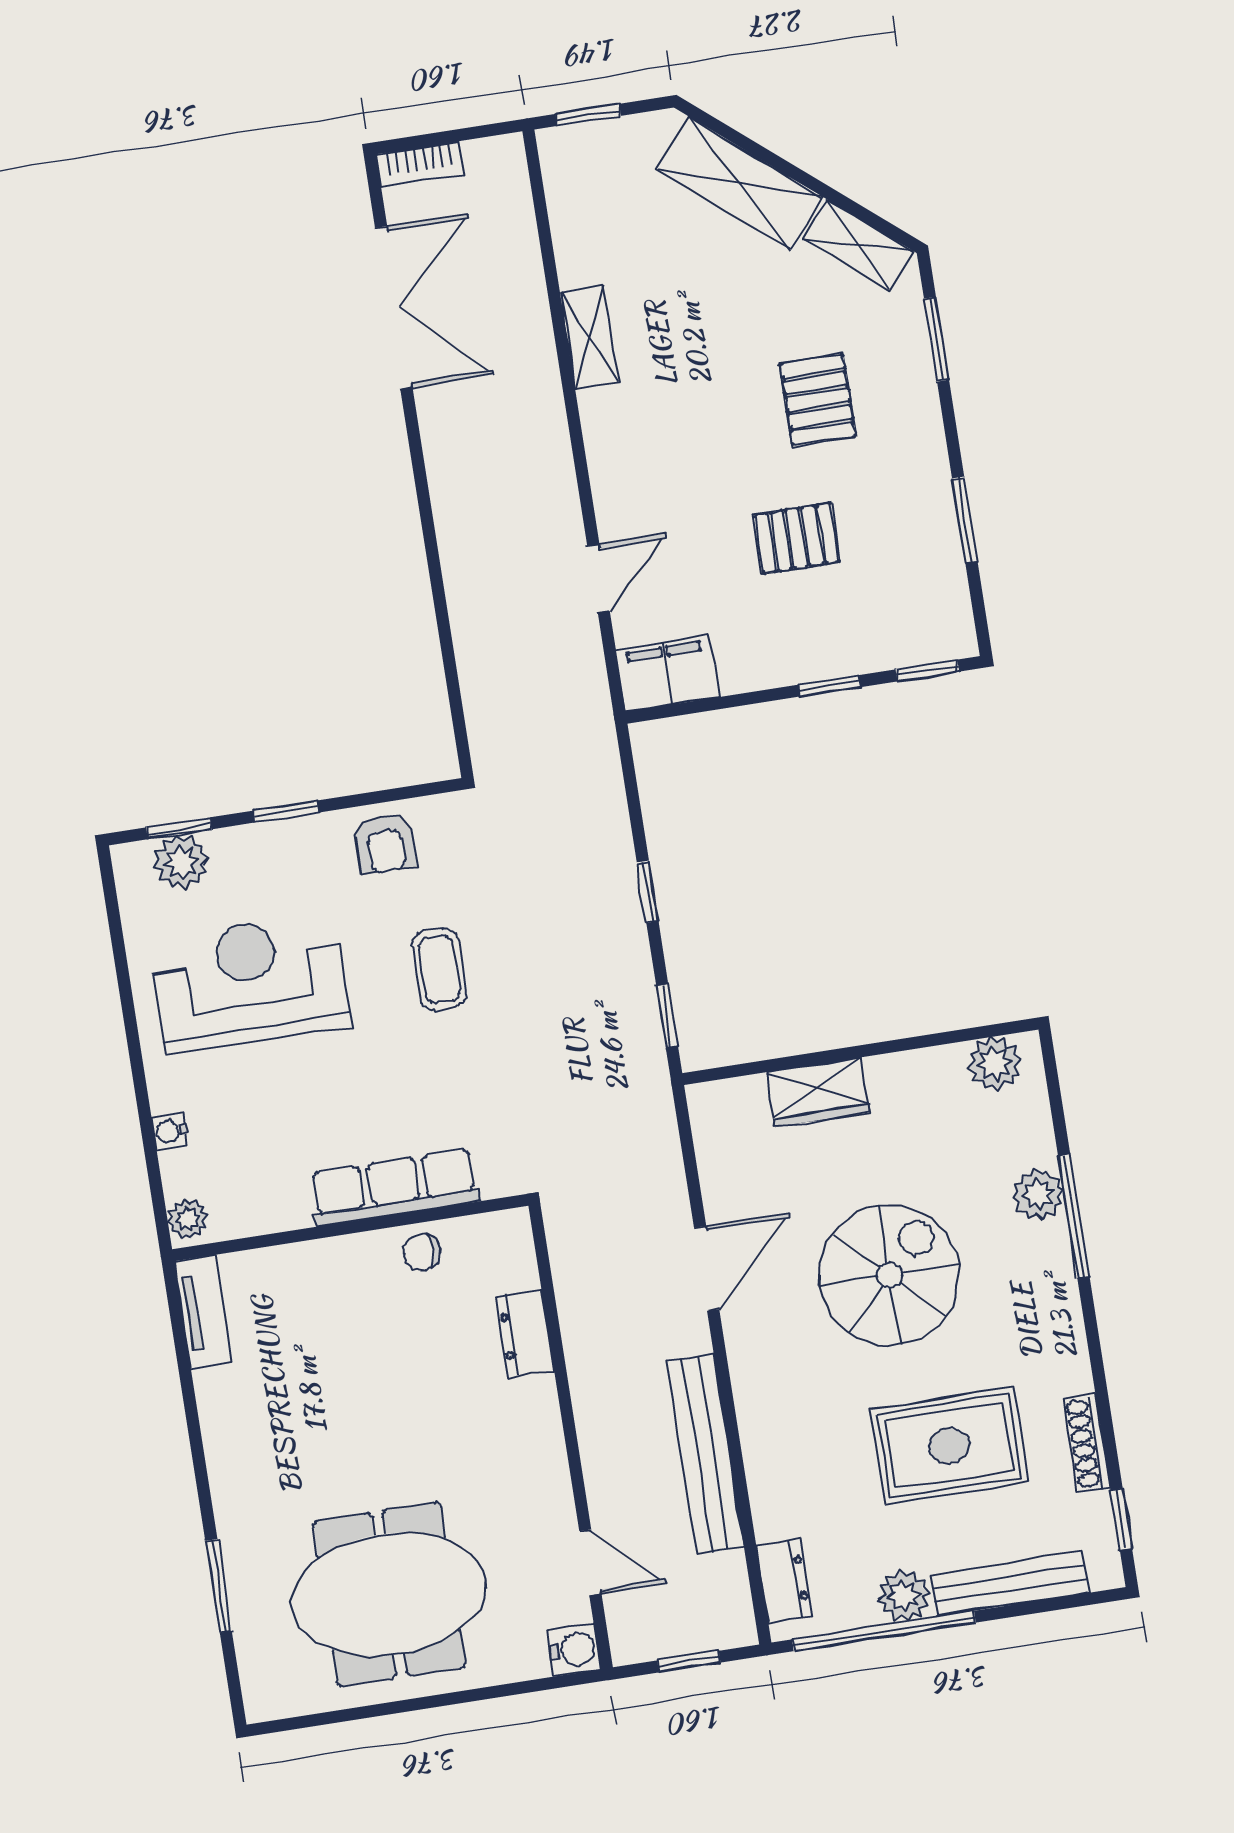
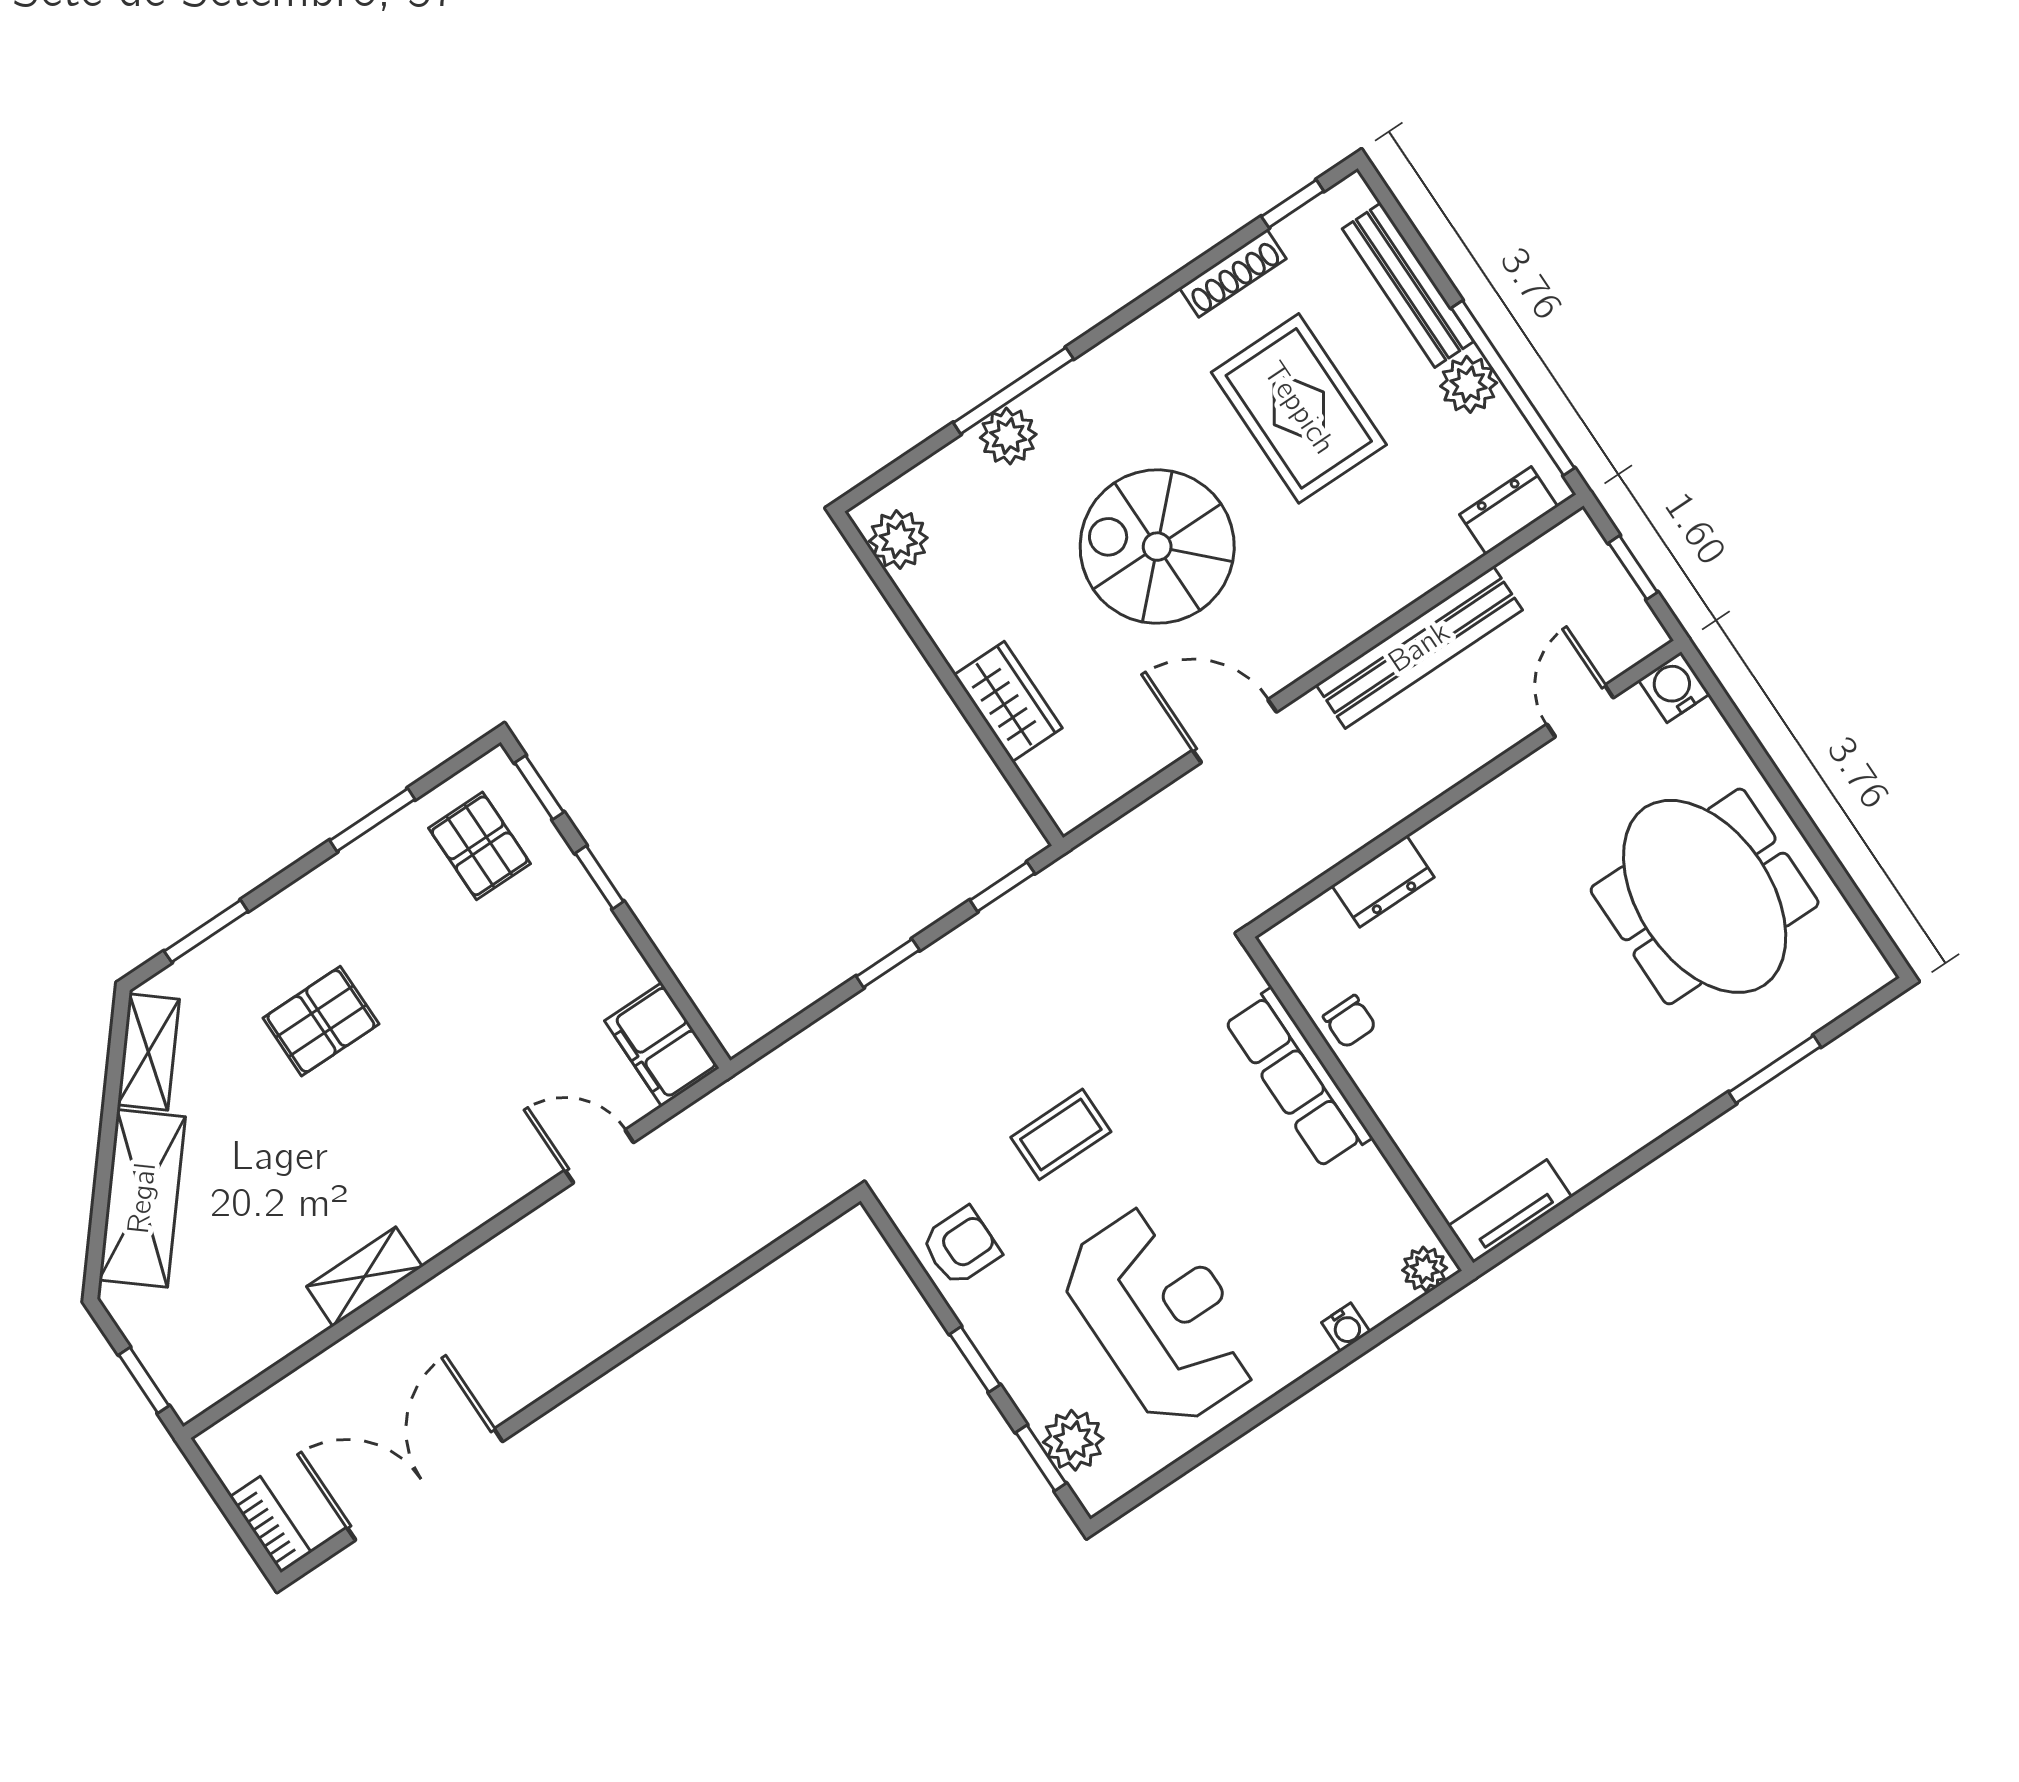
pallet: (797, 538) -> (480, 846), moved
reception desk: (250, 983) -> (1161, 1316), turned 180

